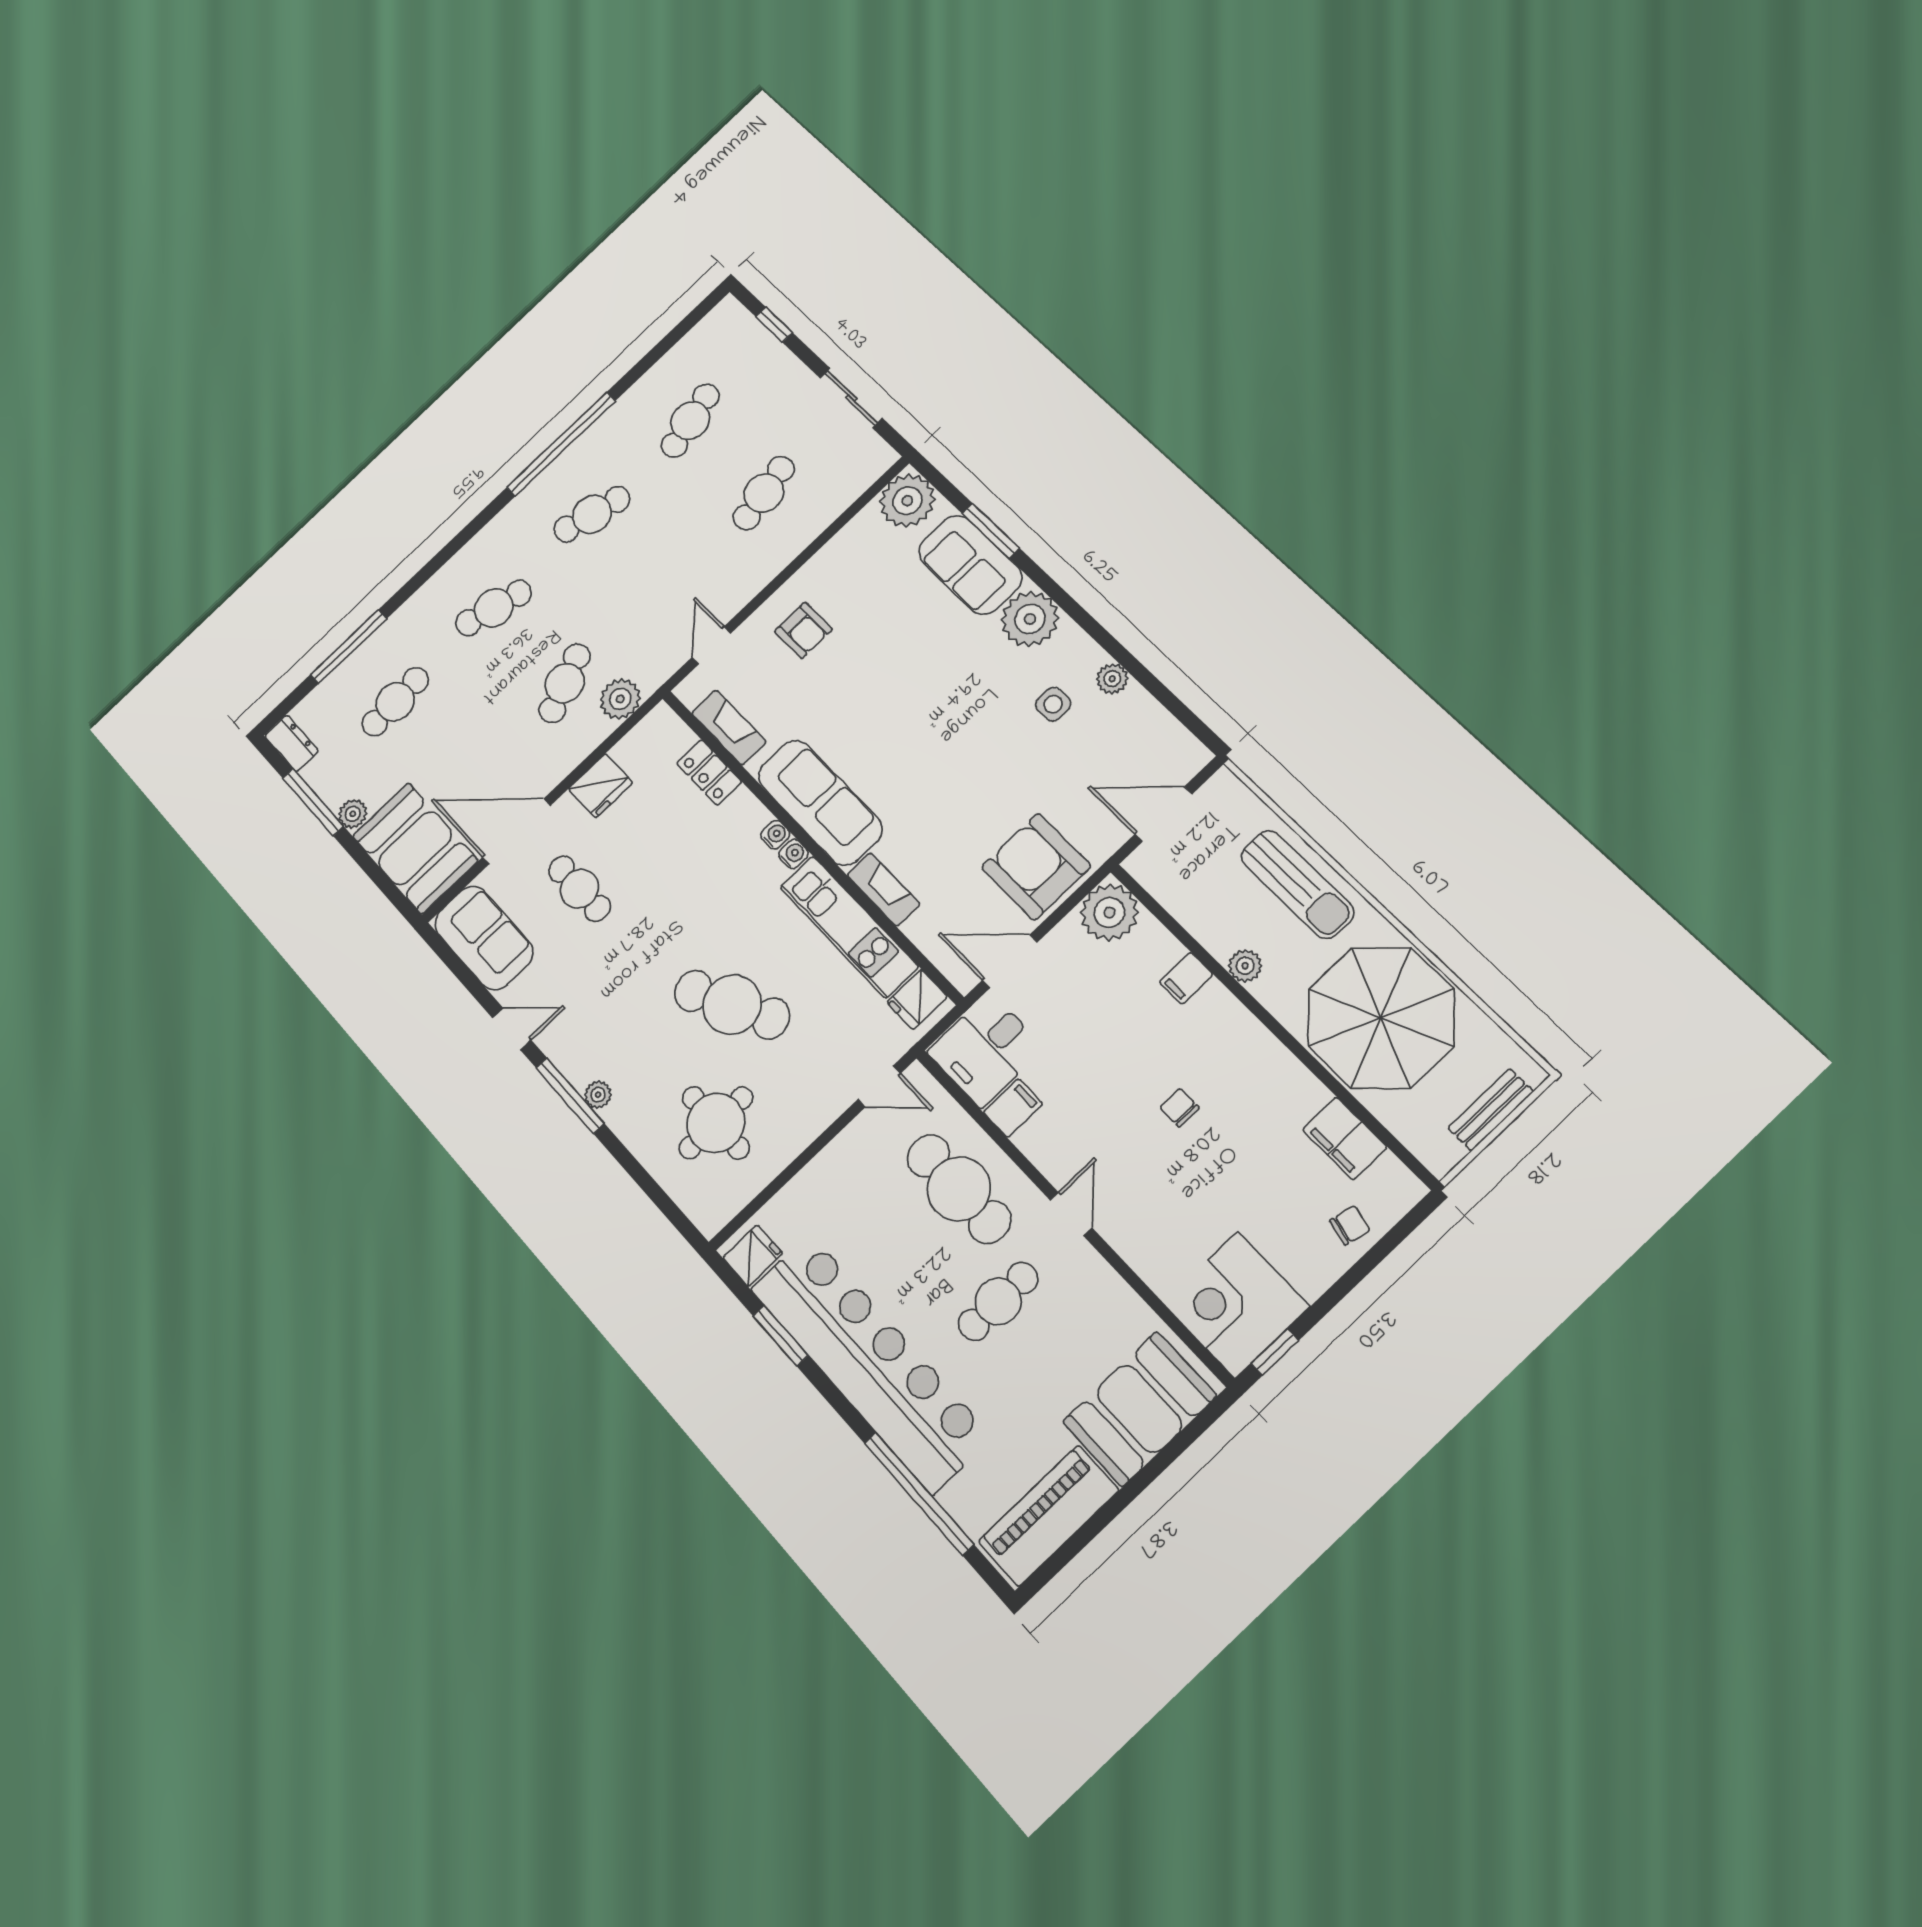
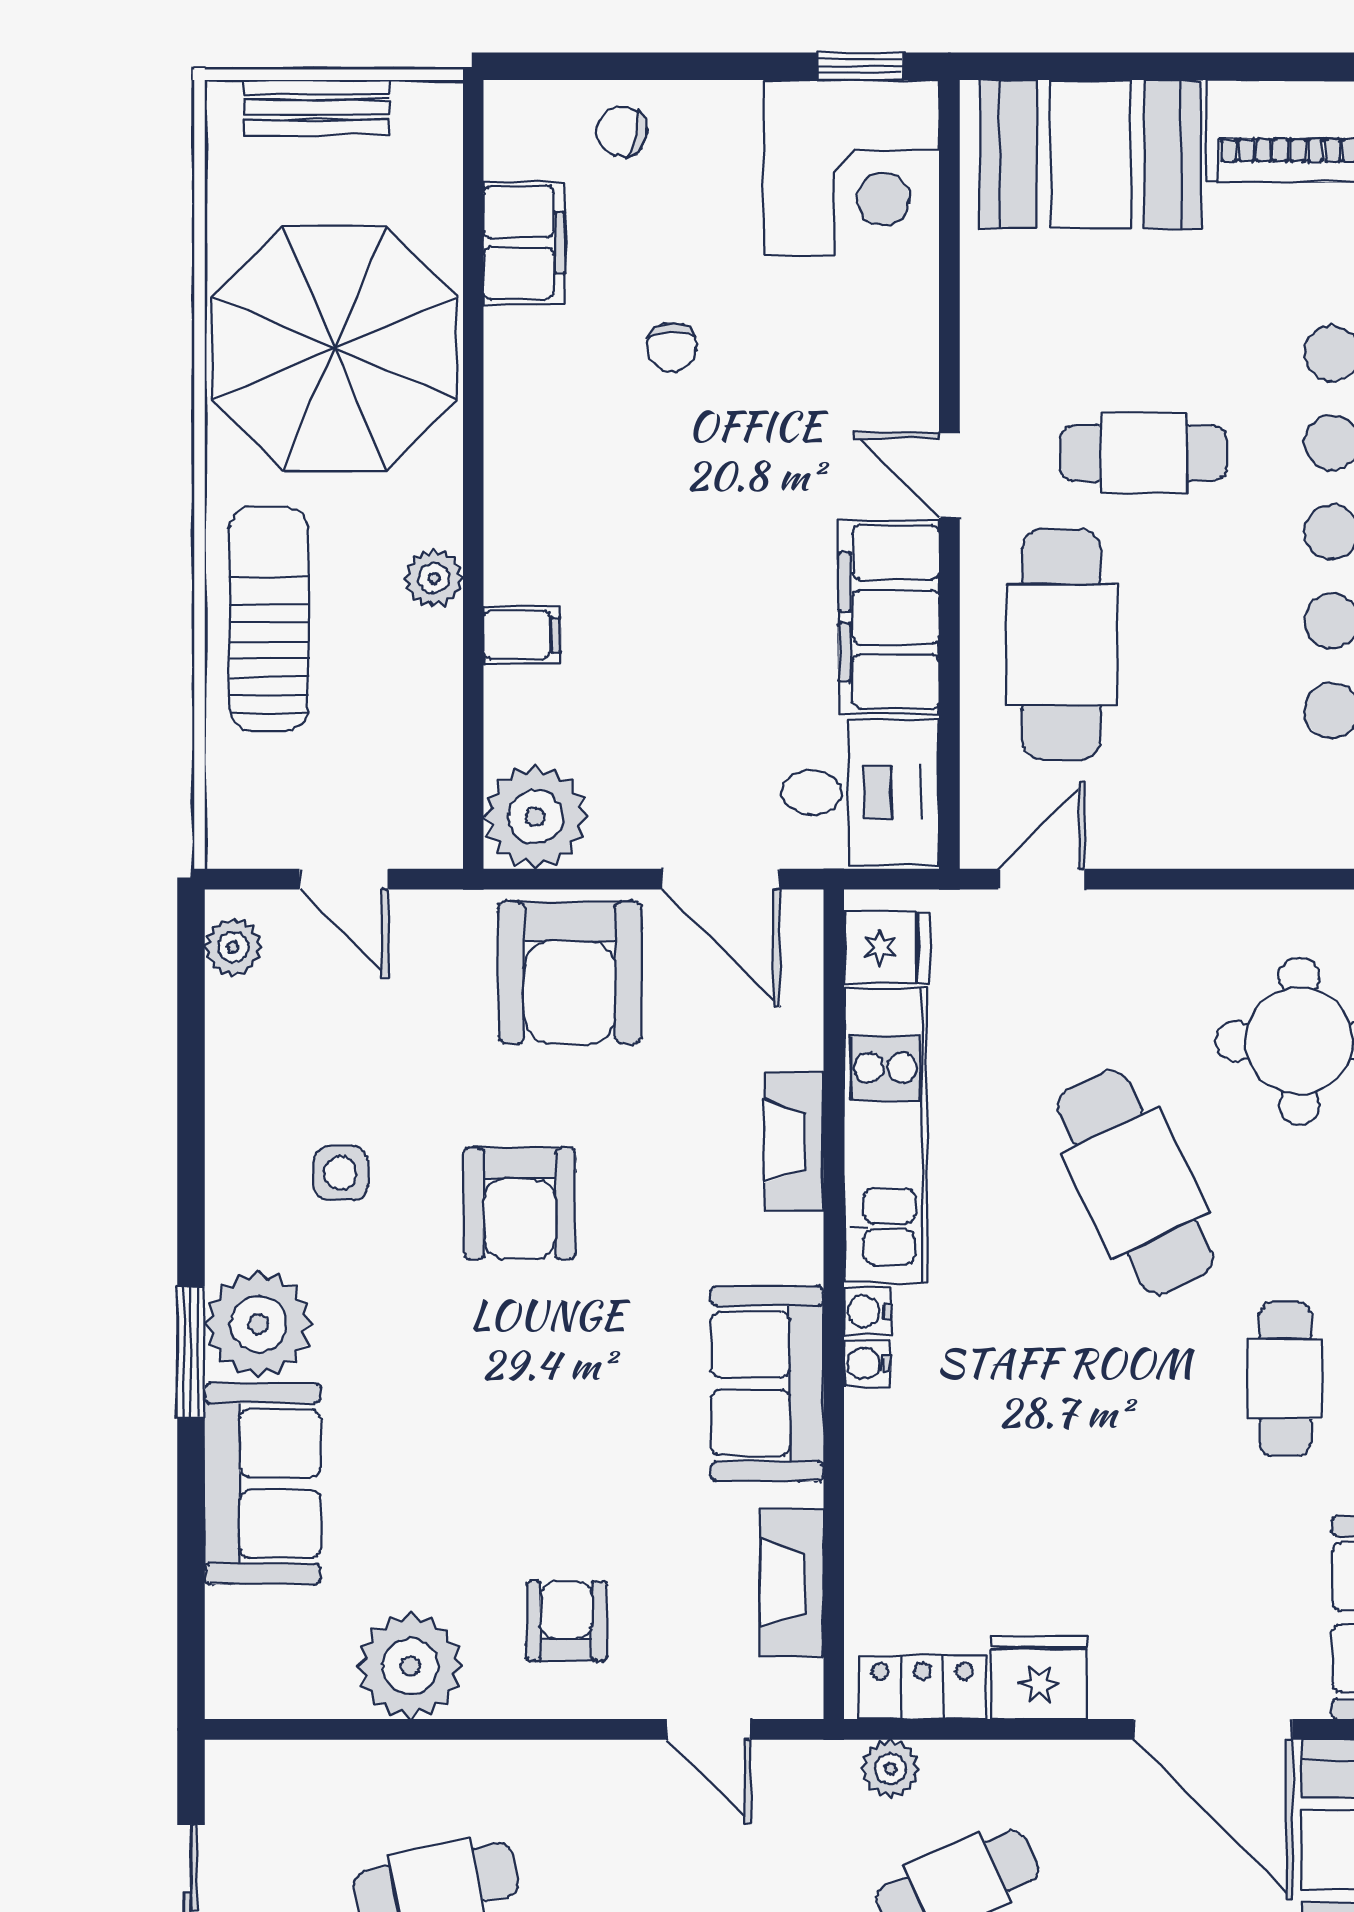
plant: (907, 501) -> (410, 1666), moved
window: (991, 531) -> (191, 1352), moved
door: (711, 645) -> (709, 1729), hinge flipped
plant: (1112, 679) -> (233, 947), moved
plant: (620, 699) -> (890, 1769), width x0.73, depth x0.73
armchair: (970, 761) -> (520, 1203), added
locker: (709, 772) -> (922, 1687), moved, turned -90
sofa: (820, 803) -> (767, 1384), width x0.73
door: (1163, 814) -> (344, 879), width x0.73
cafe table: (579, 889) -> (1285, 1379), moved
door: (879, 1086) -> (1041, 879), hinge flipped
filing cabinet: (1013, 1108) -> (889, 617), width x3.00, depth x1.17
chair: (1179, 1108) -> (672, 347), moved
door: (1071, 1214) -> (949, 475), hinge flipped

